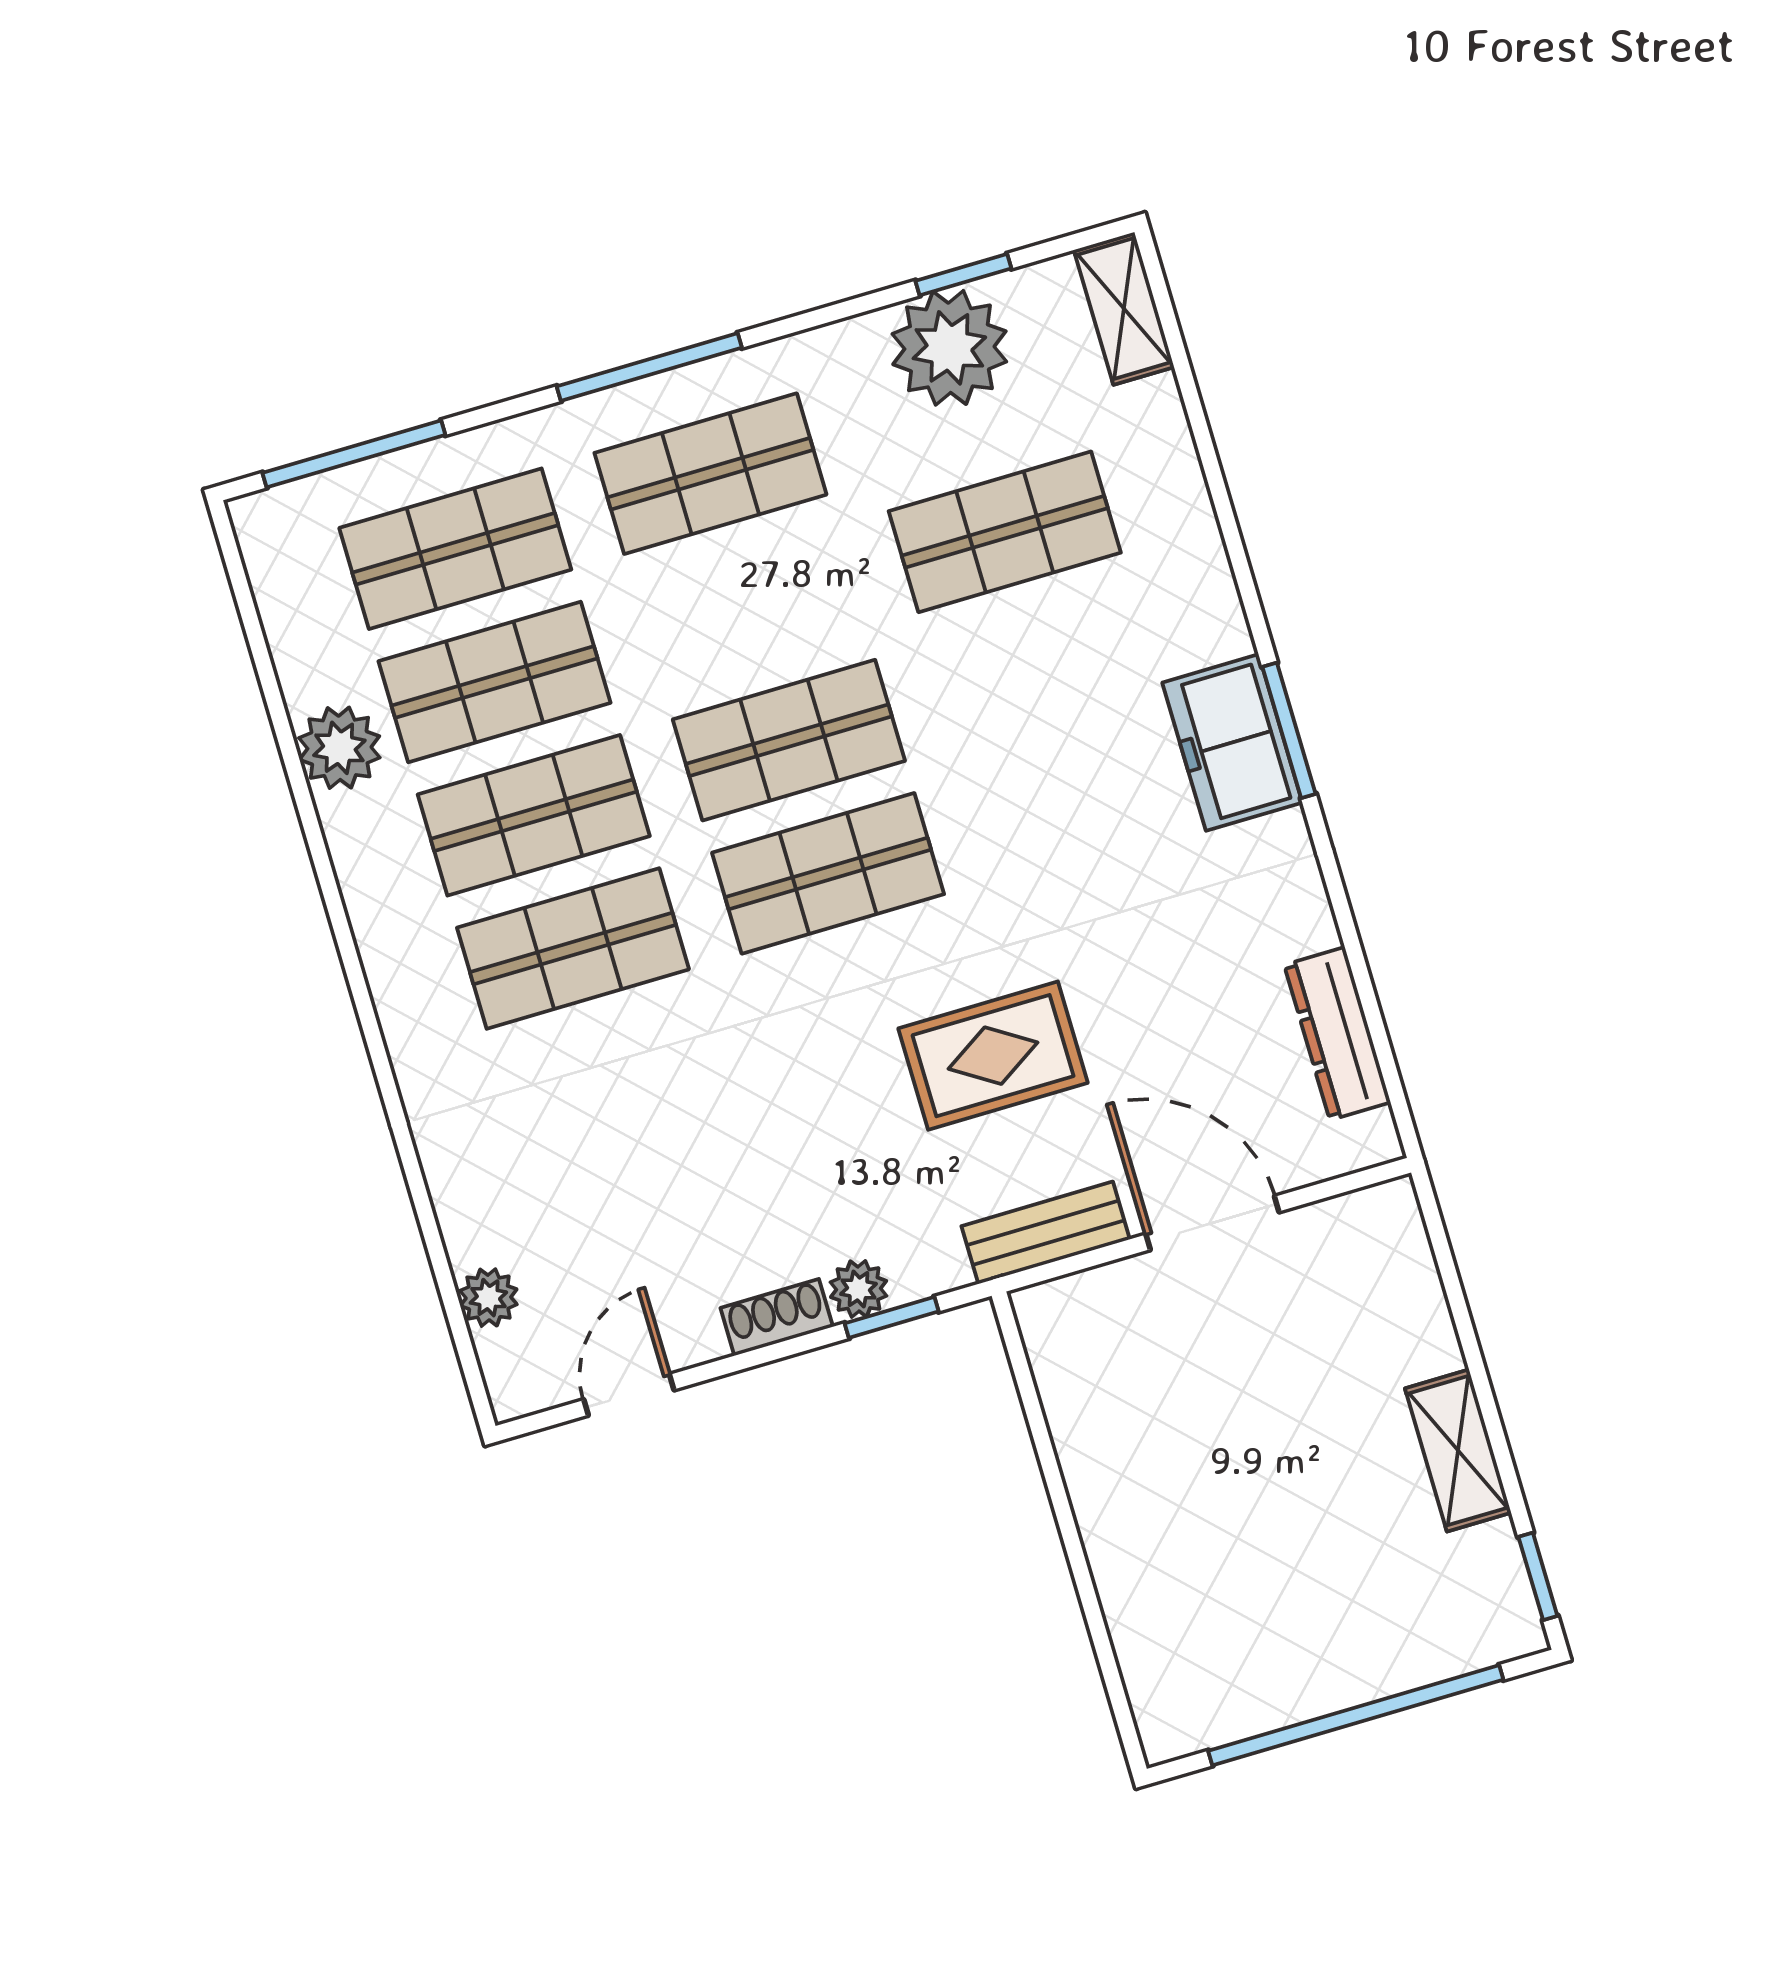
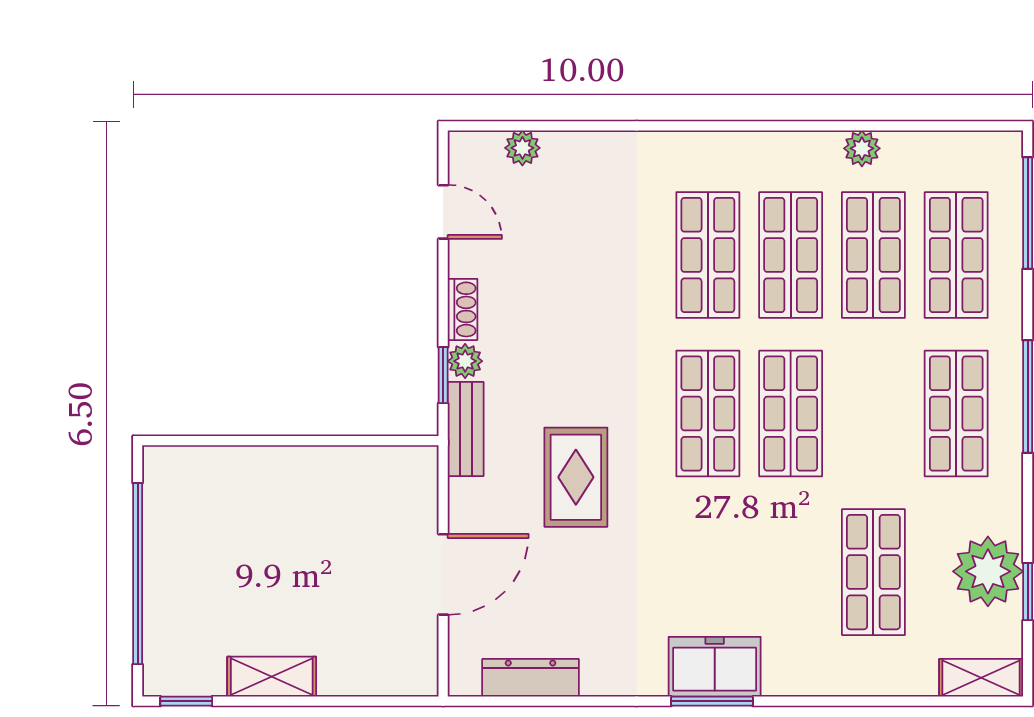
plant: (339, 748) -> (862, 148), width x0.73, depth x0.73
bench: (1046, 1233) -> (466, 429), moved

